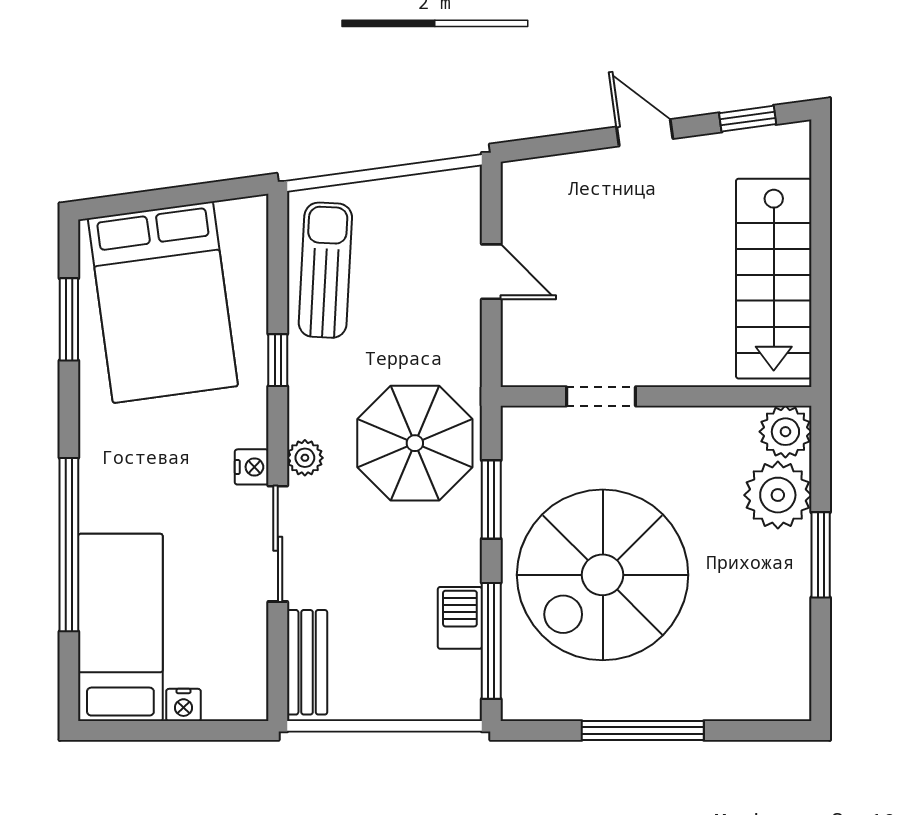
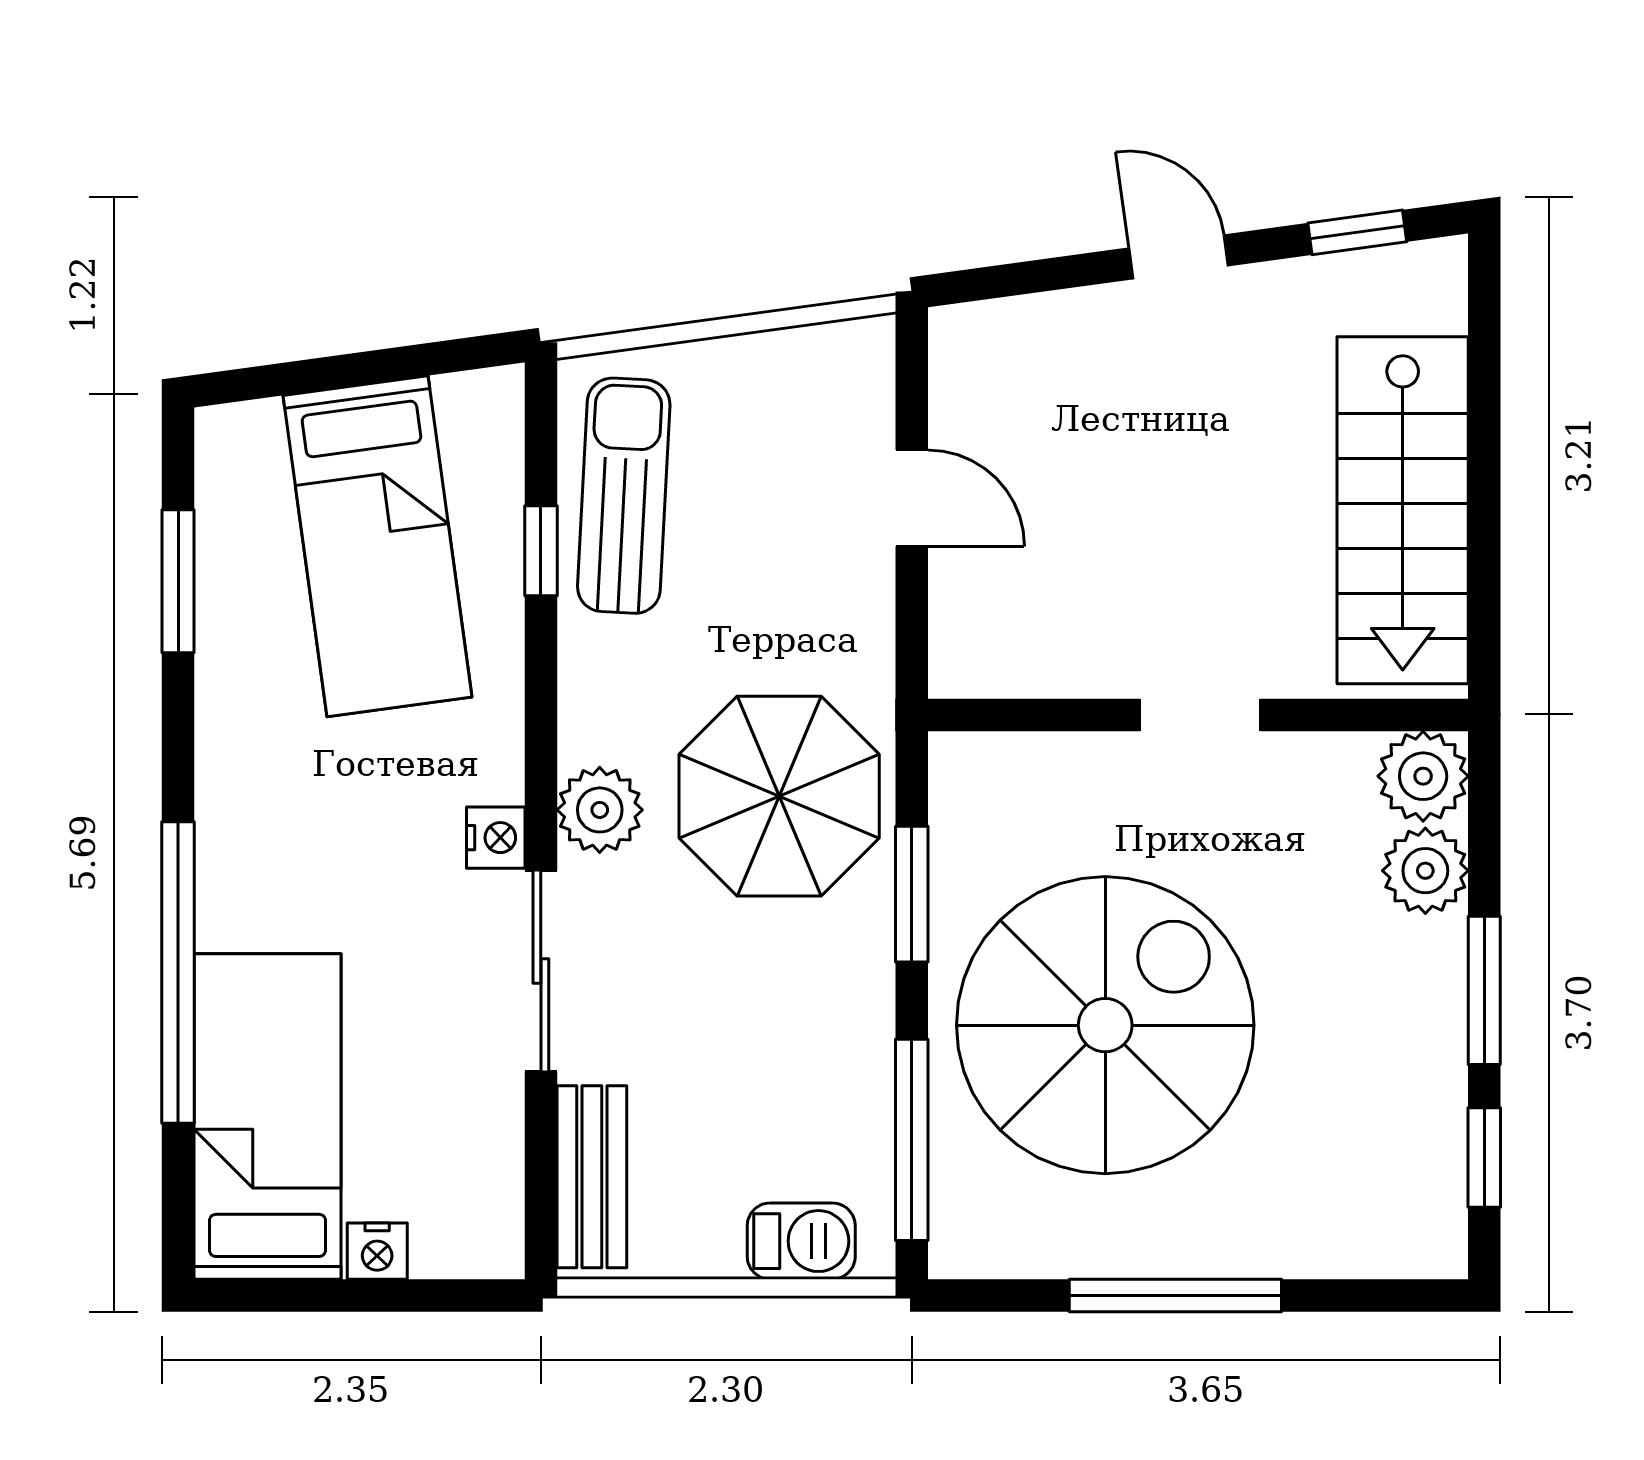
bed: (163, 302) -> (377, 546), width x0.67
window: (278, 360) -> (541, 551), moved
doorway: (601, 396) -> (1200, 715), moved
plant: (305, 458) -> (600, 810), width x1.38, depth x1.38
plant: (778, 495) -> (1425, 871), width x0.73, depth x0.73
spiral stairs: (603, 575) -> (1105, 1025), turned 180
barbecue: (460, 618) -> (801, 1241), moved, turned 90
window: (821, 651) -> (1484, 1157), added

